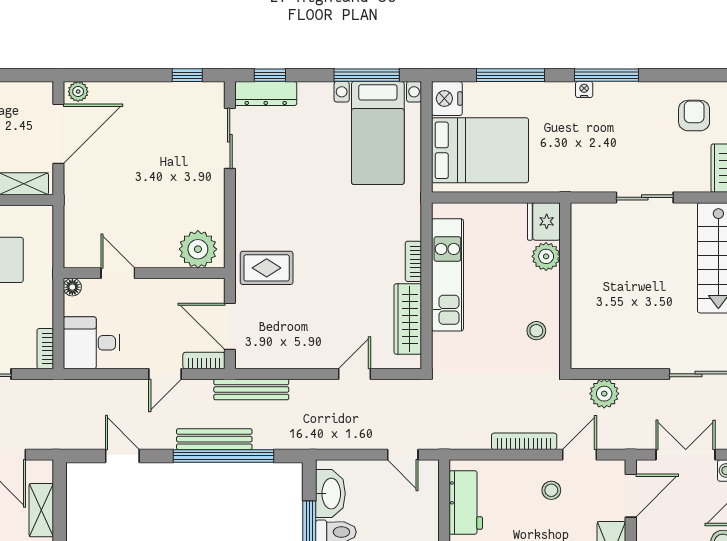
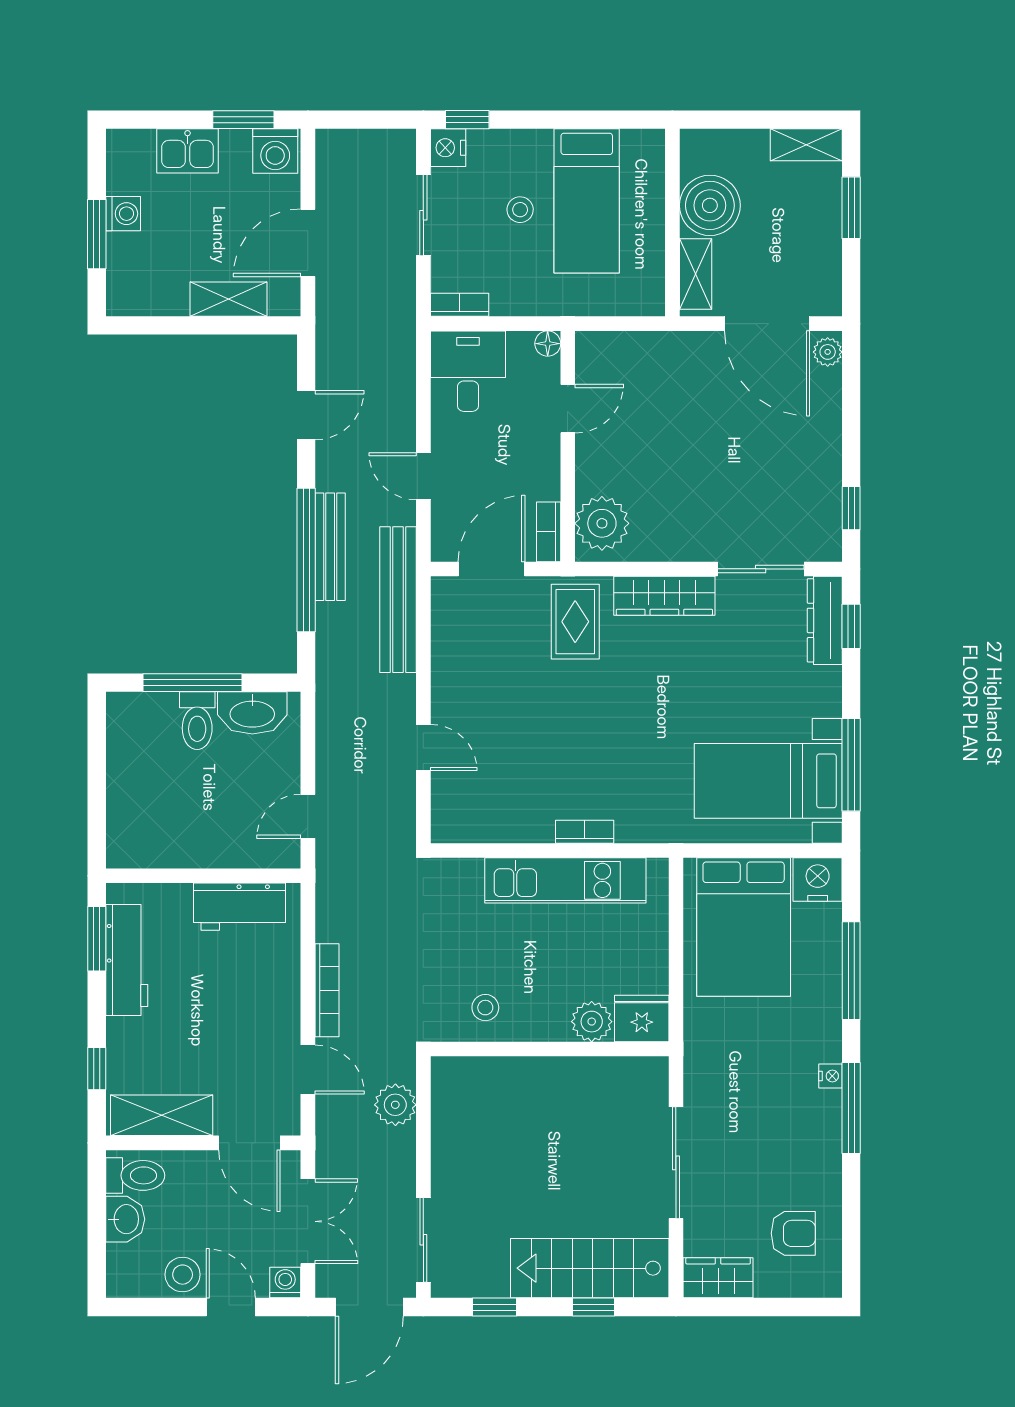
sliding door: (645, 197) -> (676, 1163), width x1.37
wardrobe: (408, 319) -> (664, 596), moved, turned 180
bookcase: (204, 361) -> (549, 532), moved, turned 180
bench: (251, 389) -> (398, 600), width x1.37, depth x1.21
stool: (551, 490) -> (257, 1029), removed

